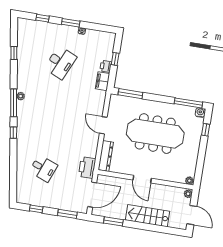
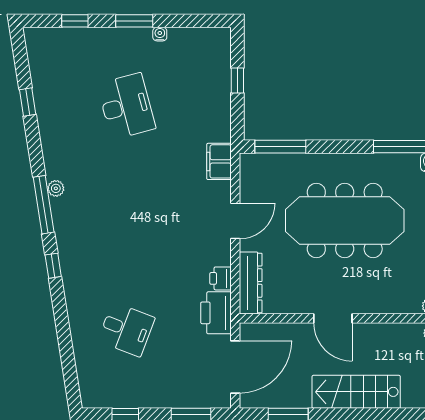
desk: (60, 63) -> (126, 106), turned -39
printer: (106, 66) -> (221, 278), moved
filing cabinet: (102, 81) -> (219, 161), moved
door: (103, 125) -> (235, 221), swing flipped

